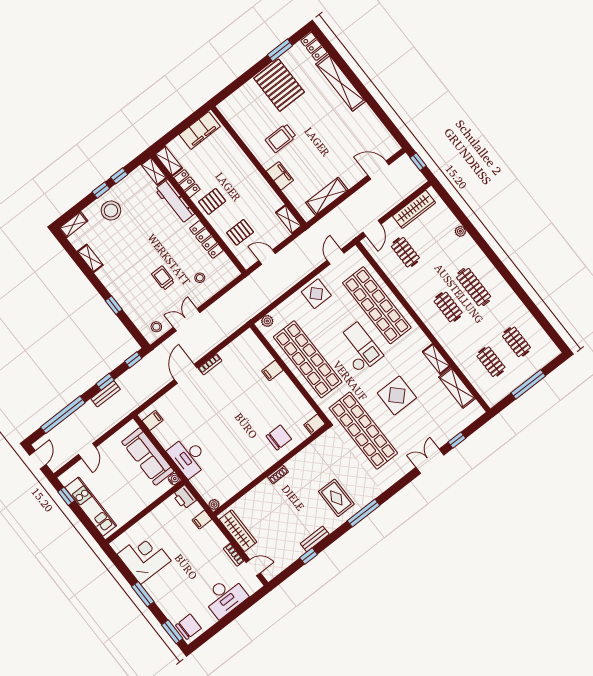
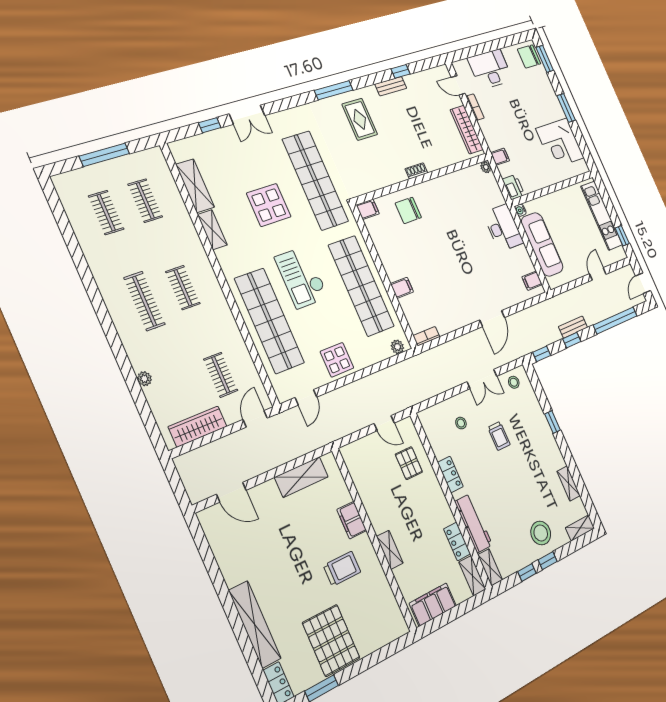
window: (418, 162) -> (178, 488), removed
pallet: (212, 201) -> (433, 511), removed
shelving: (289, 219) -> (390, 550), moved
pallet: (240, 232) -> (409, 463), turned 90
locker: (206, 239) -> (450, 474), width x0.66
bookcase: (210, 364) -> (426, 336), moved

